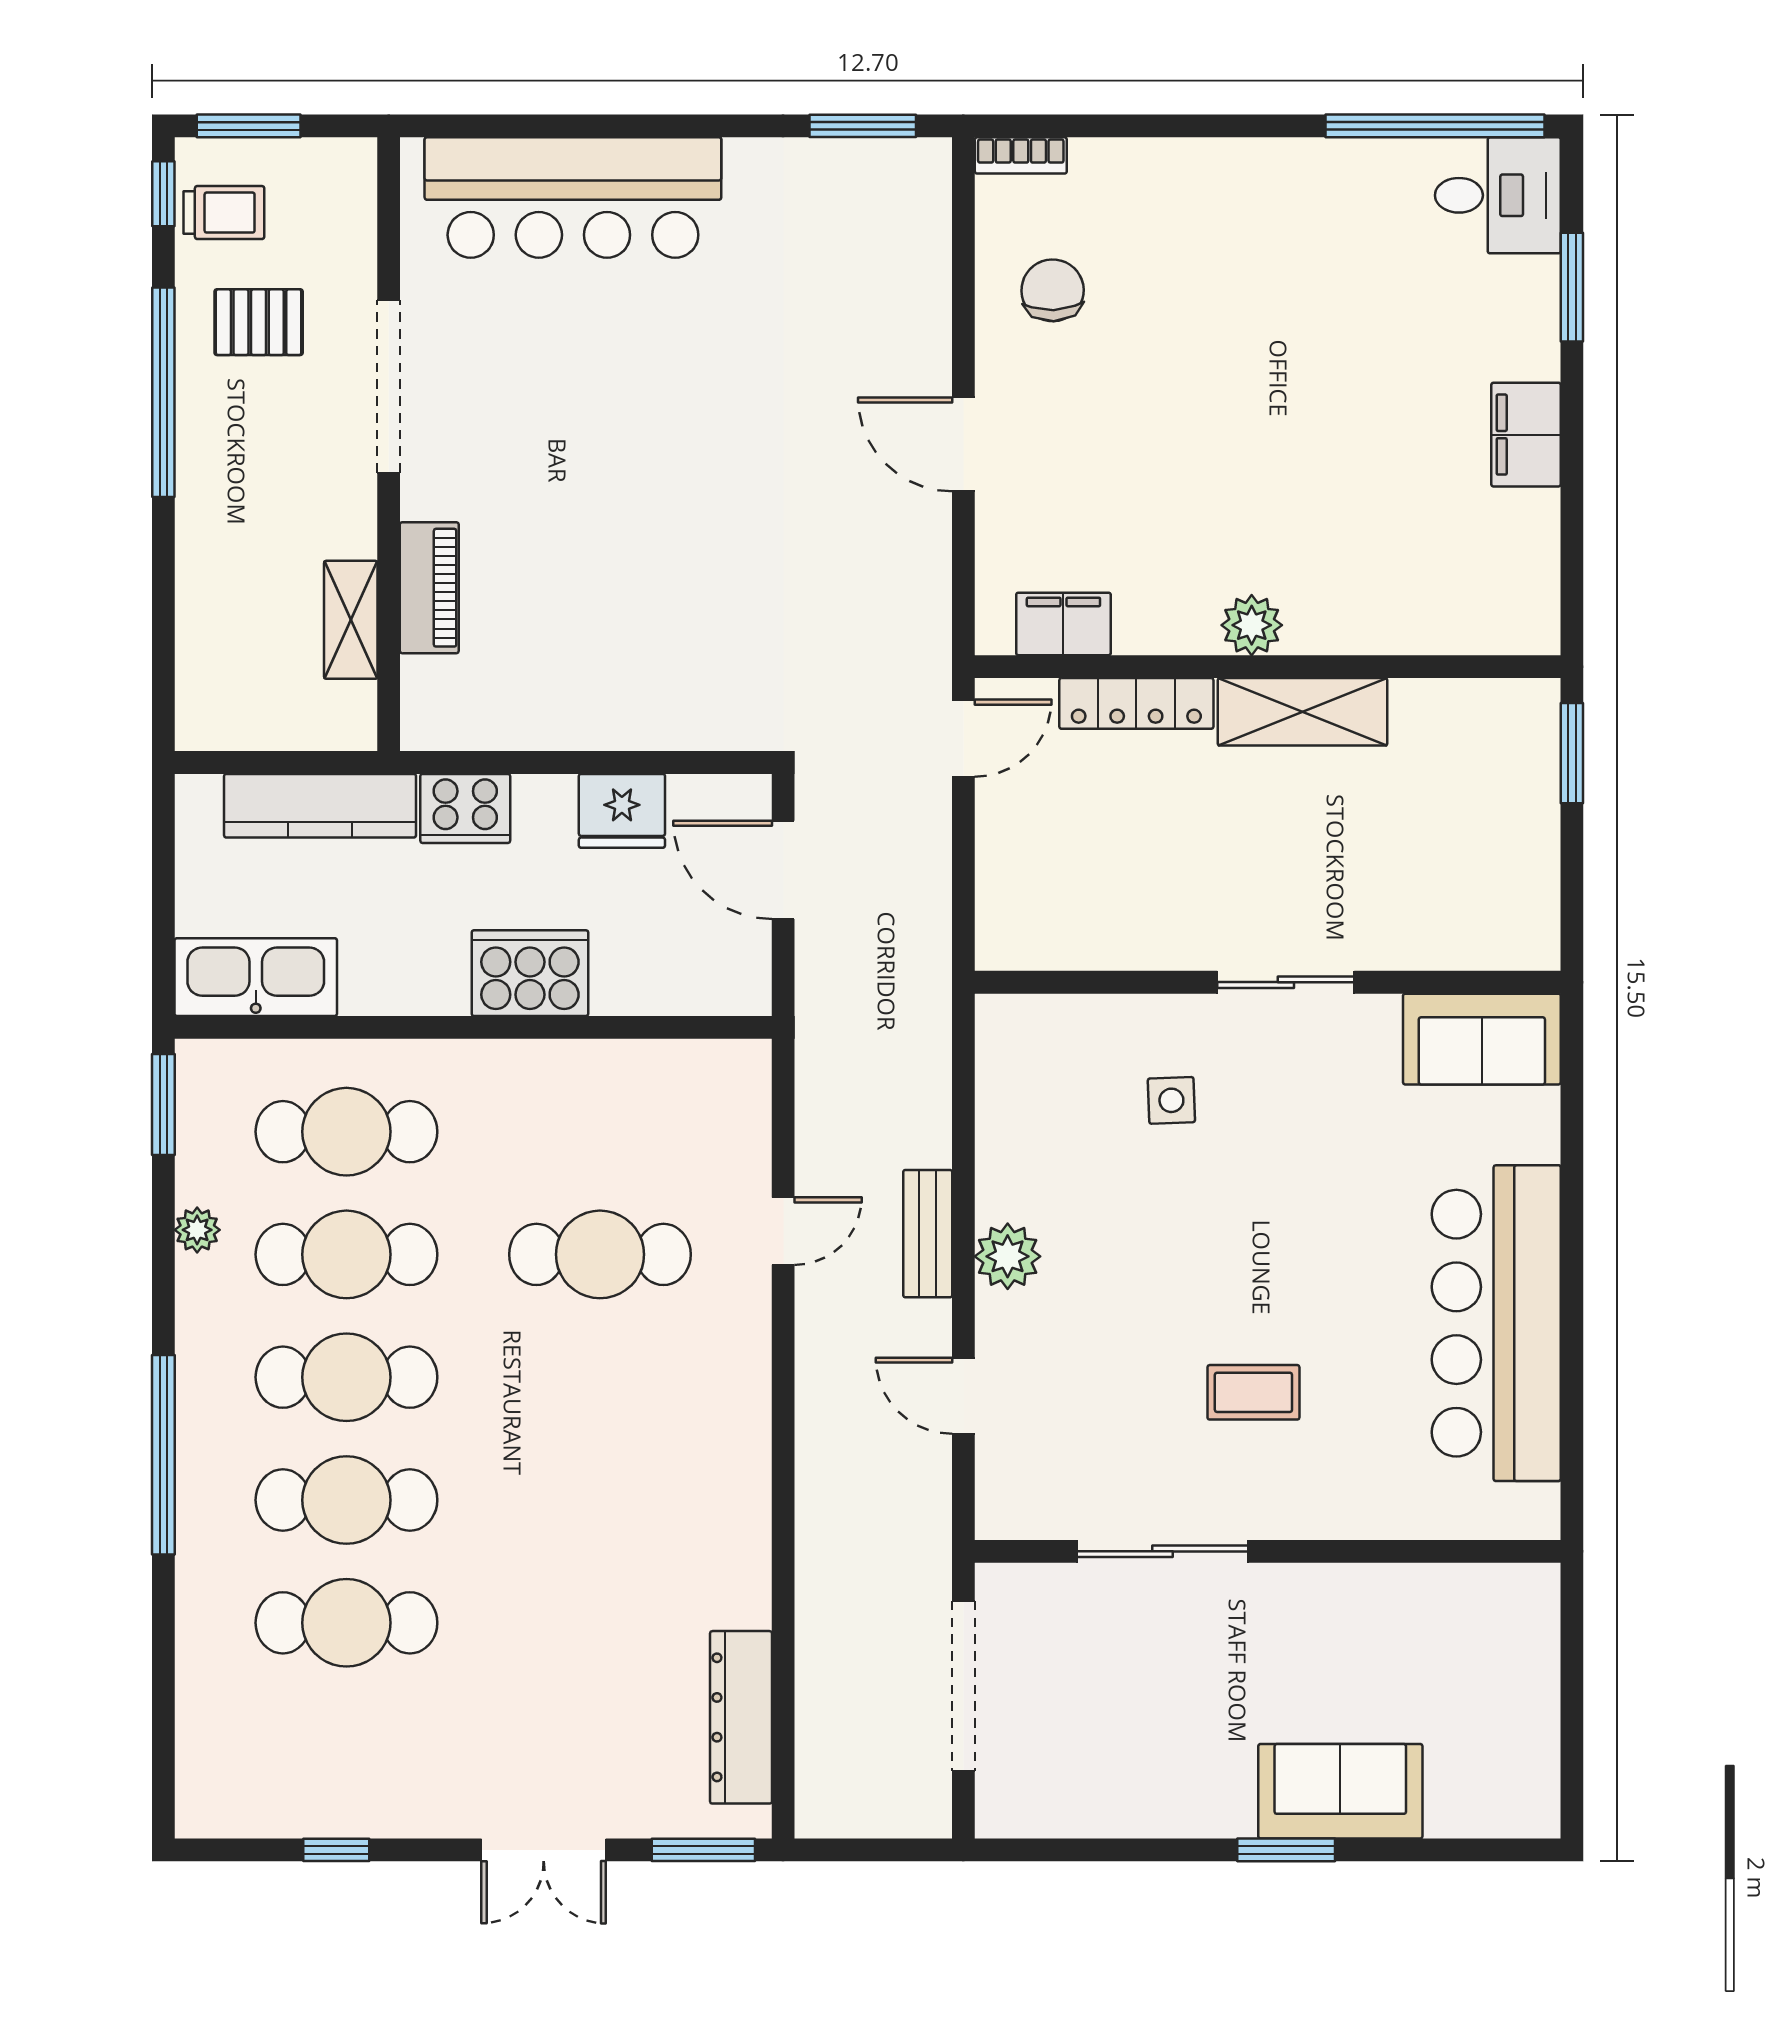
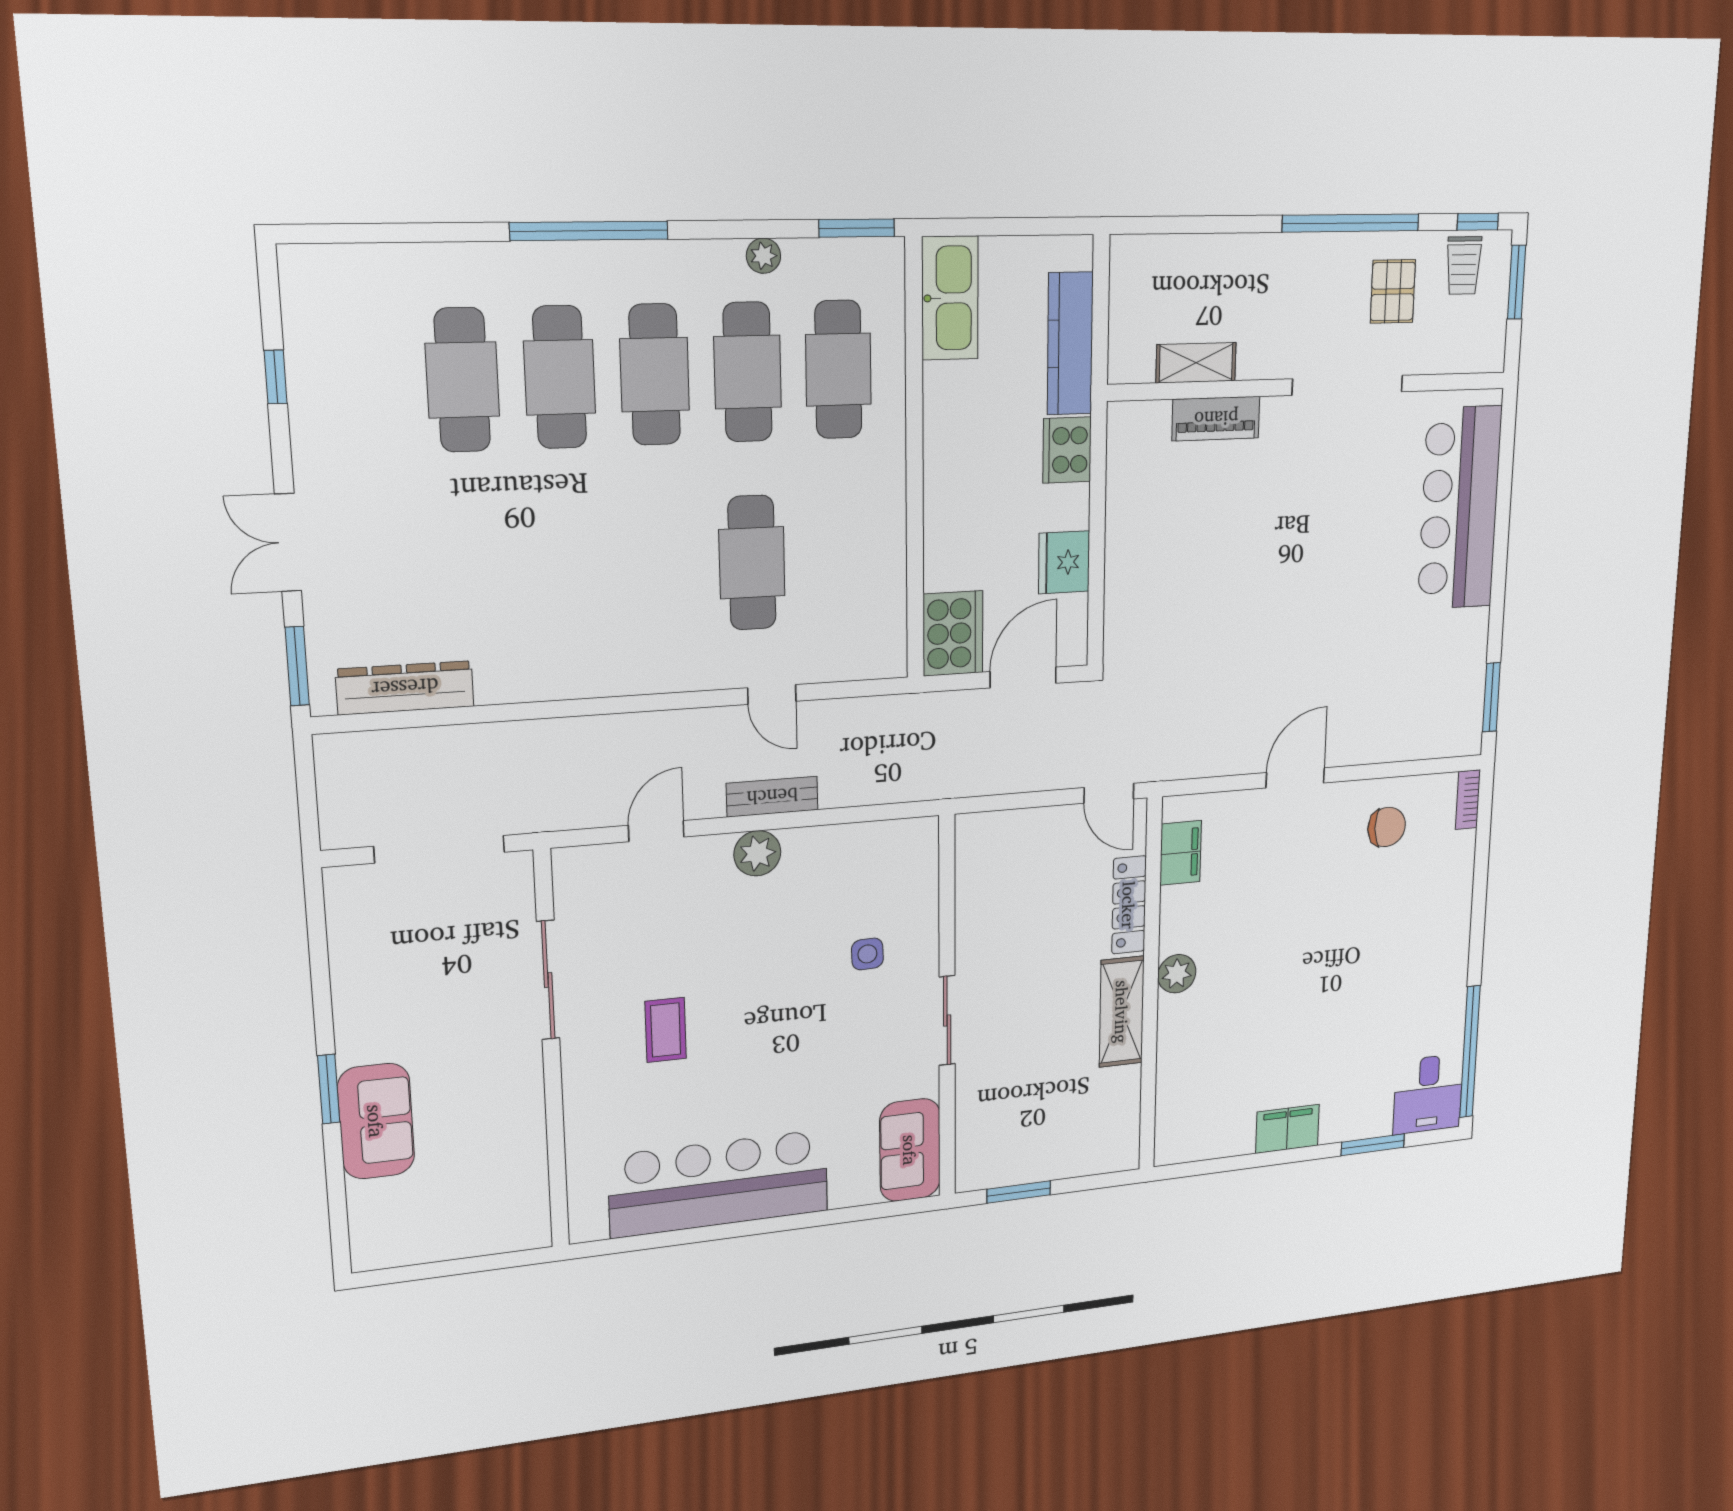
window: (1572, 753) -> (1019, 1192), moved
cooker: (530, 973) -> (953, 633), moved

